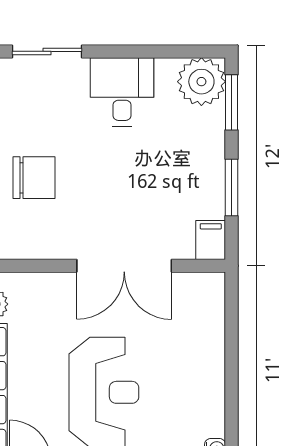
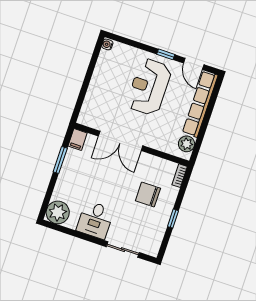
window: (232, 102) -> (47, 198), removed
double door: (124, 266) -> (121, 141), swing flipped

